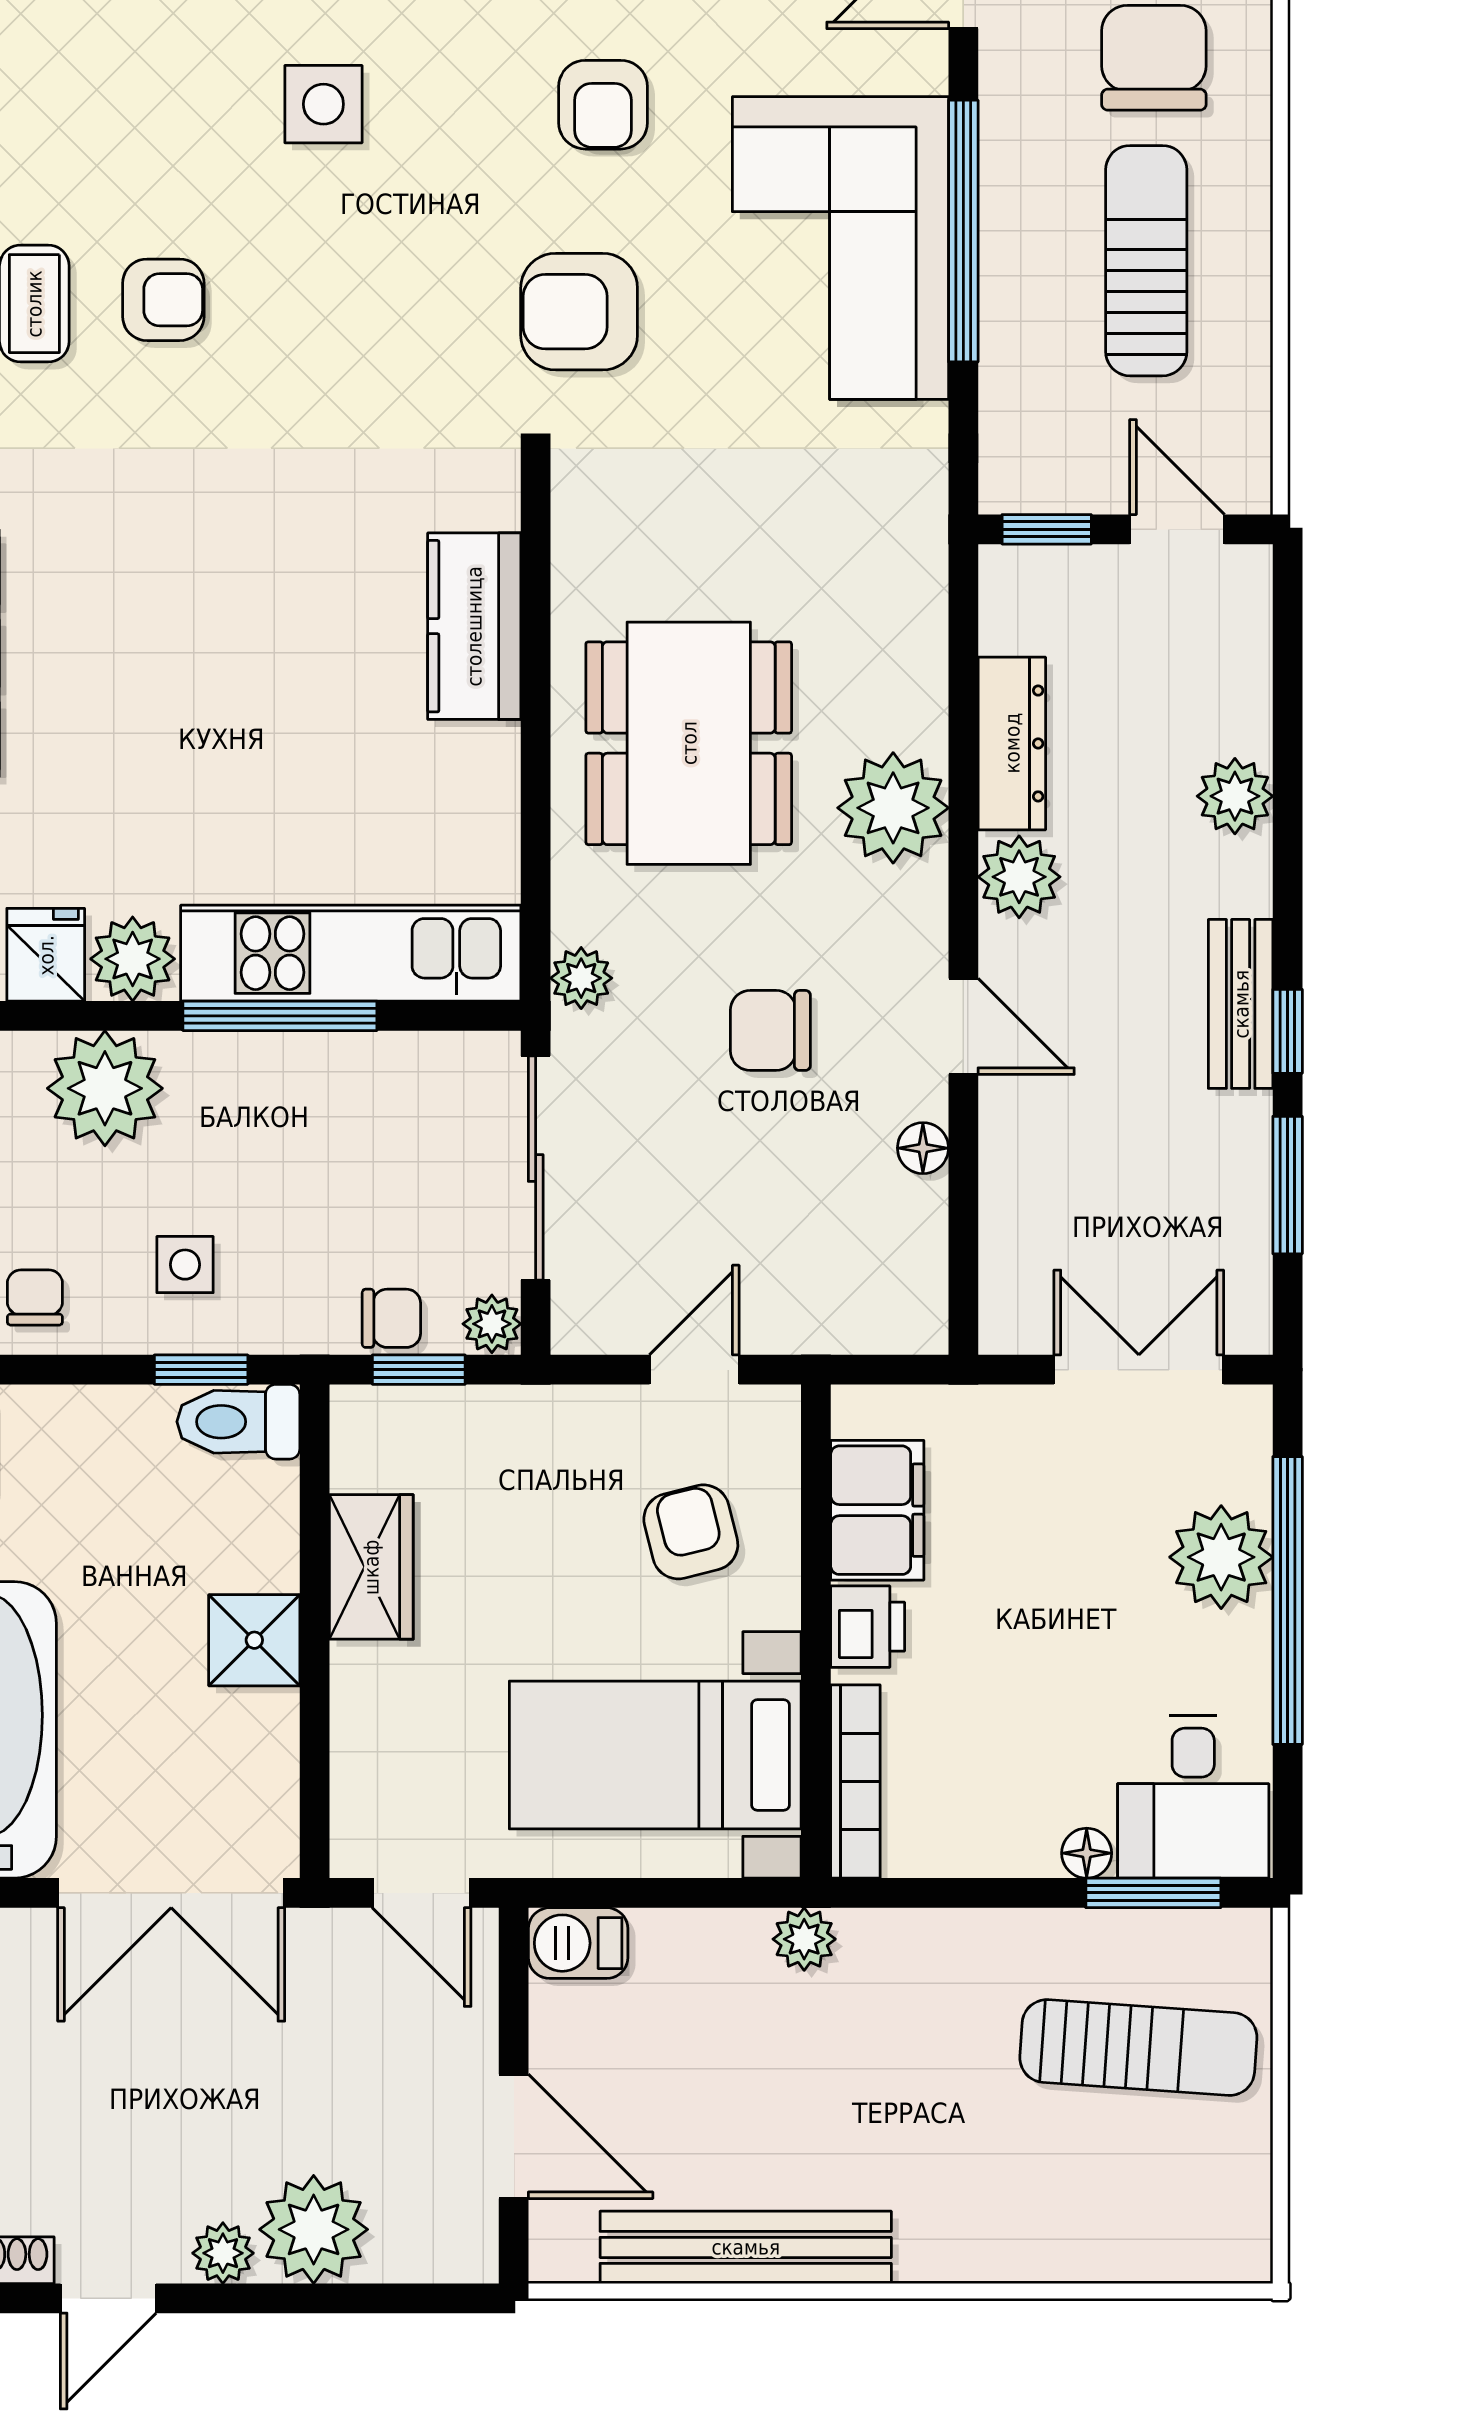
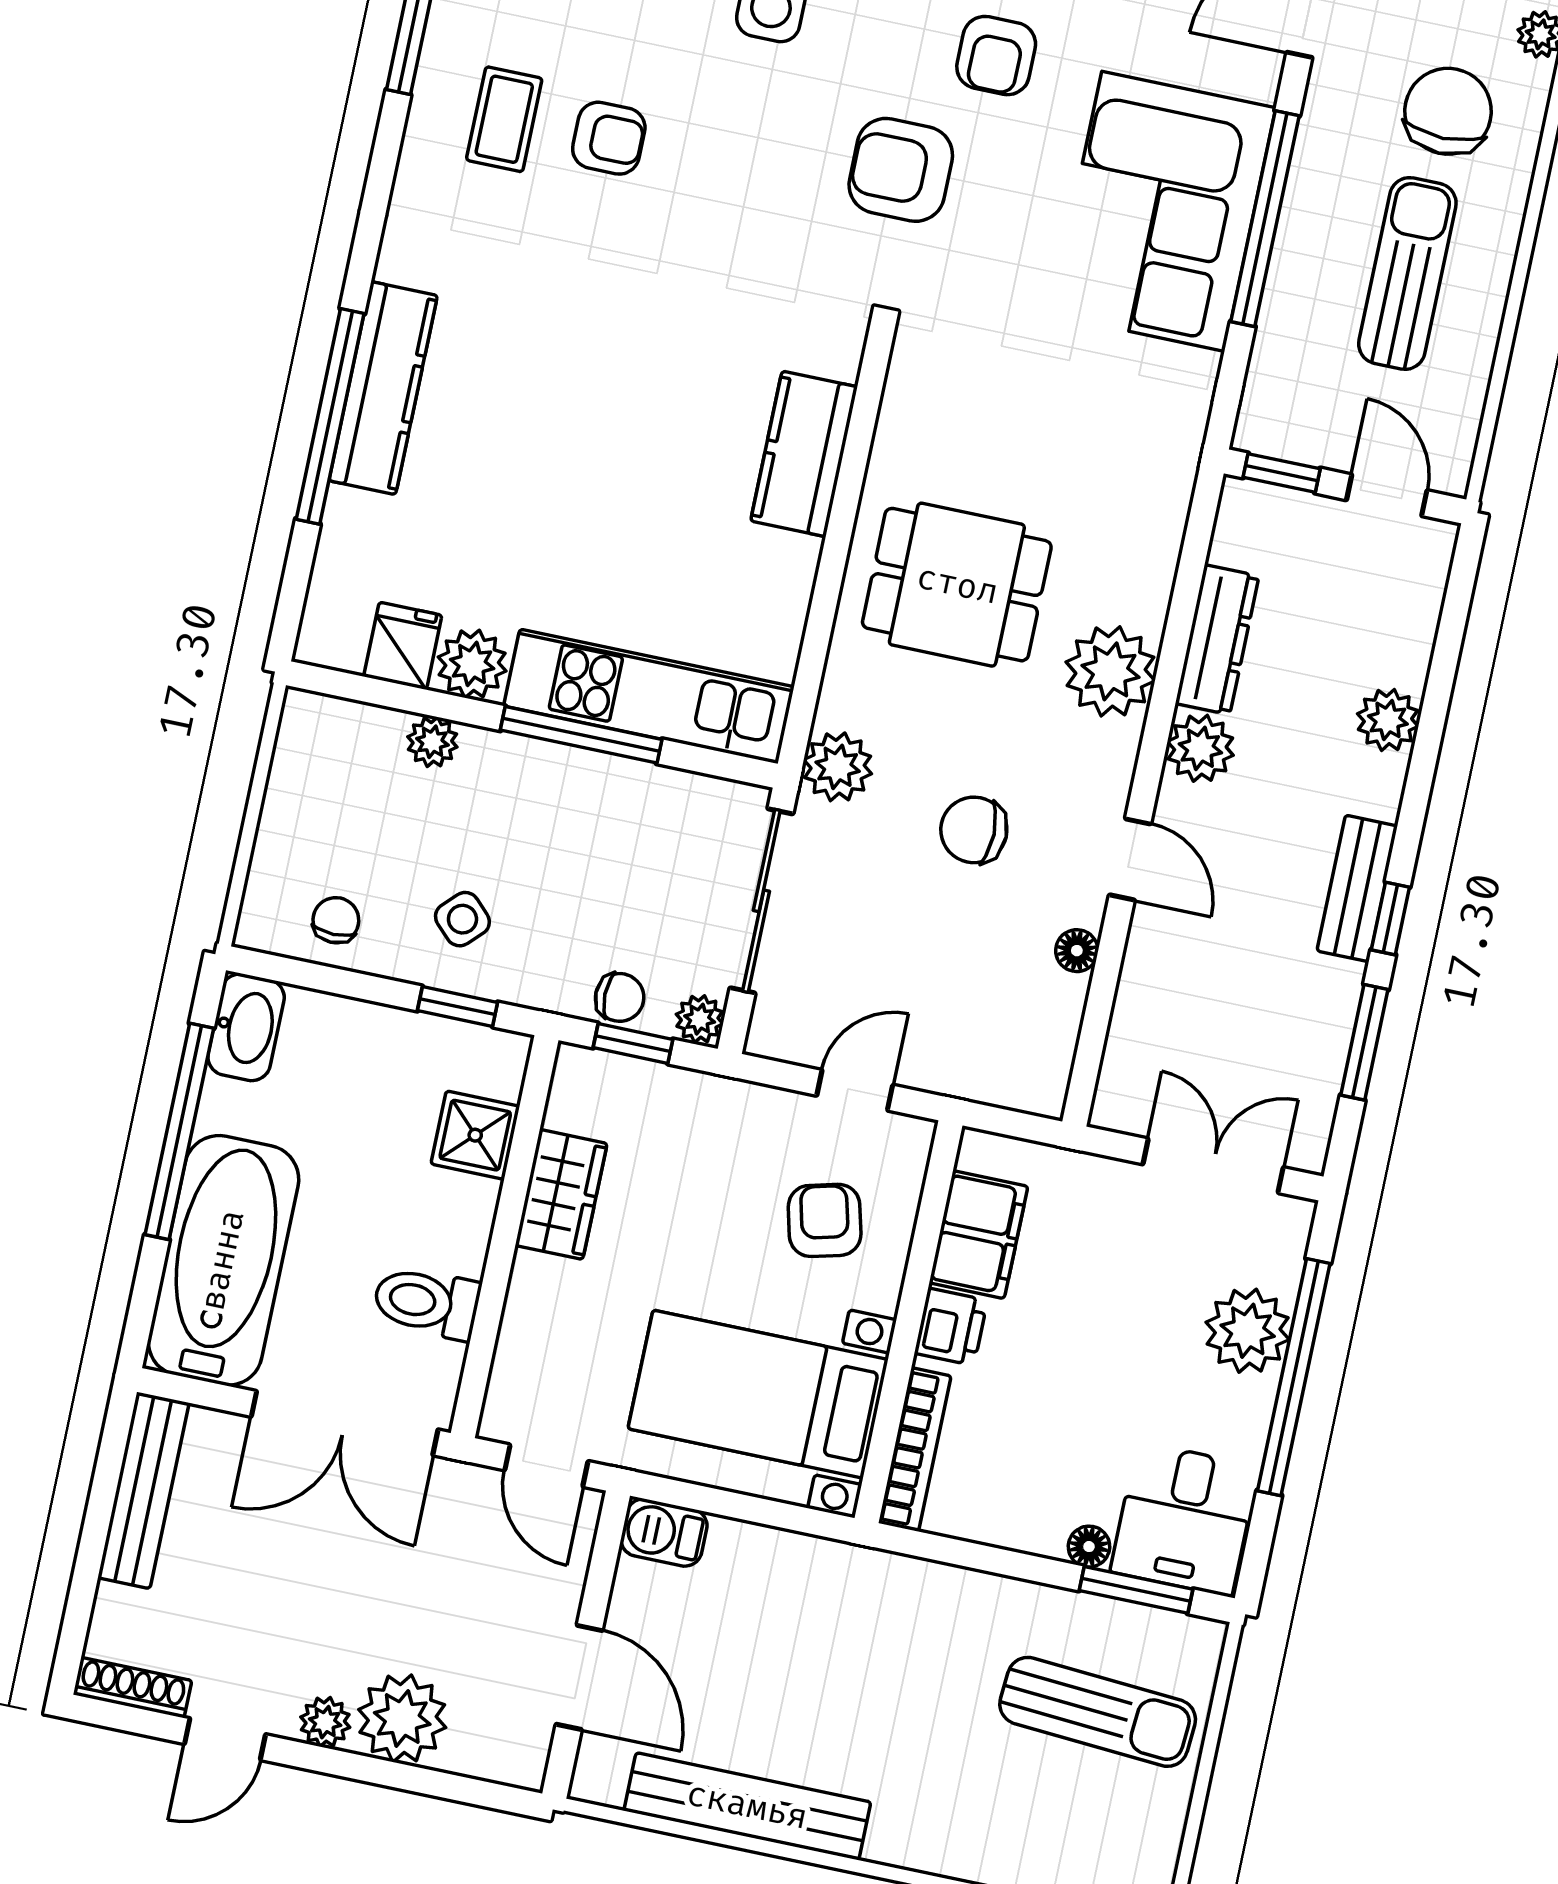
armchair: (579, 312) -> (901, 170), moved
dining table: (689, 743) -> (957, 585), width x0.73
plant: (581, 978) -> (838, 767), width x1.38, depth x1.38
plant: (105, 1088) -> (432, 742), width x0.53, depth x0.53
side table: (185, 1265) -> (462, 919), turned 45
toilet: (238, 1422) -> (427, 1302), moved
shower: (254, 1640) -> (475, 1135), moved
plant: (804, 1939) -> (847, 1568), removed

